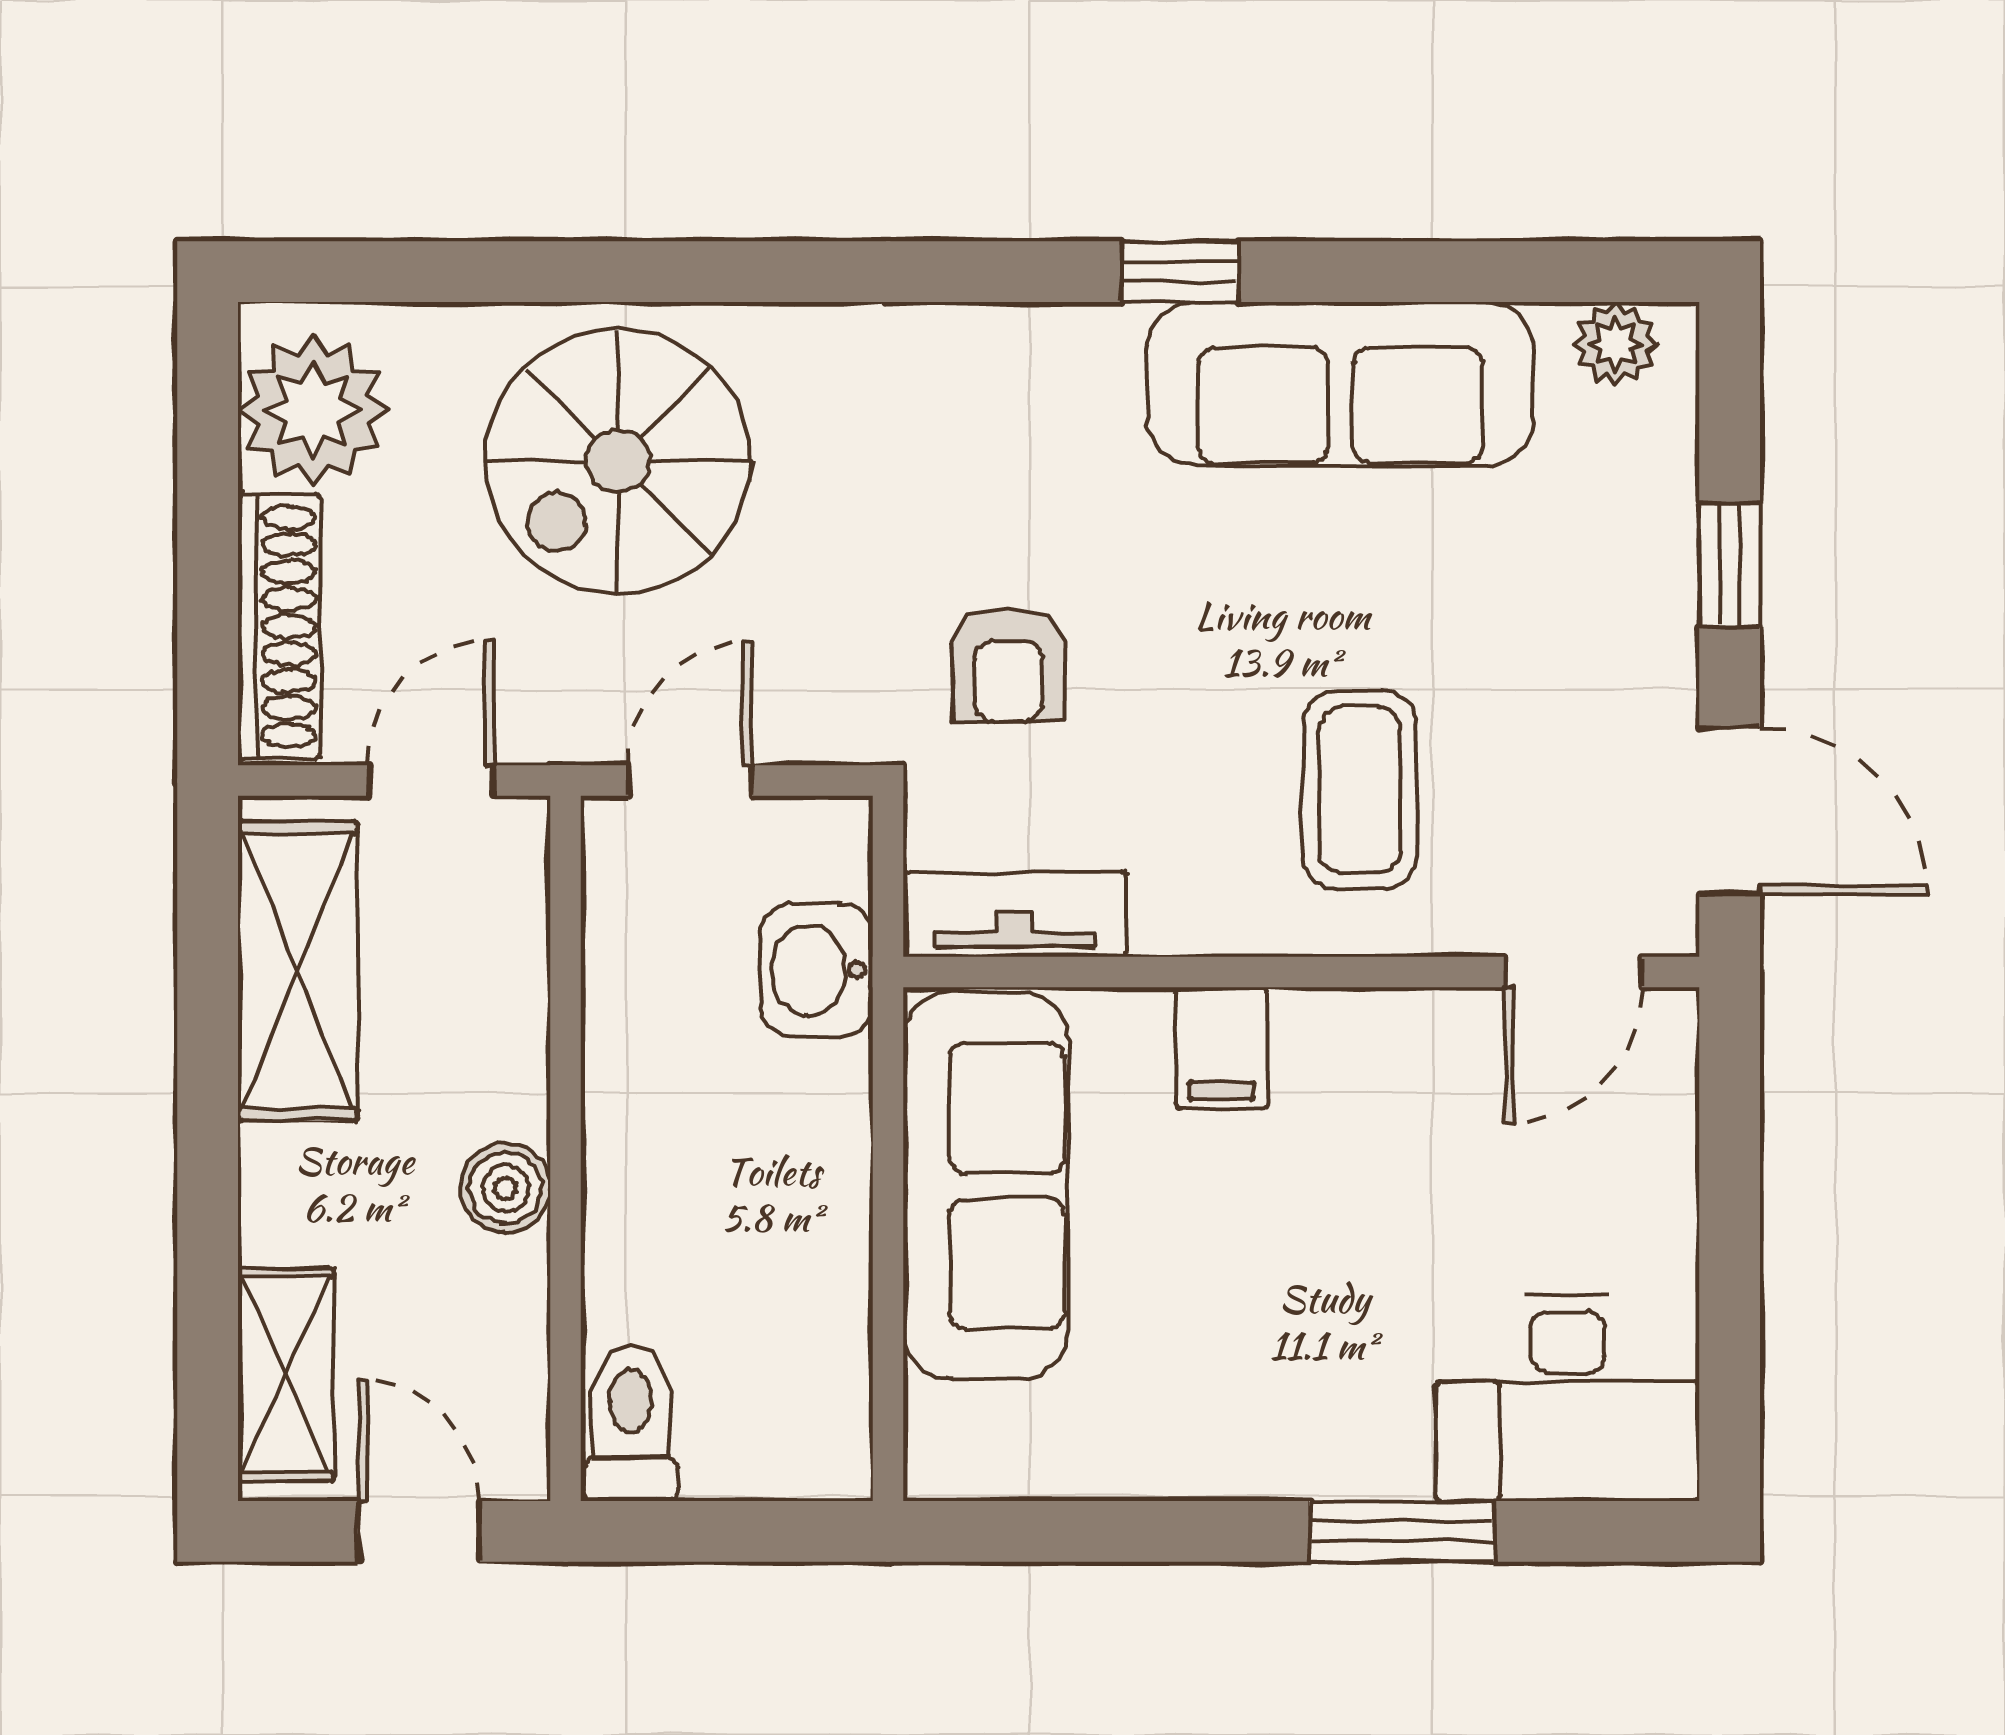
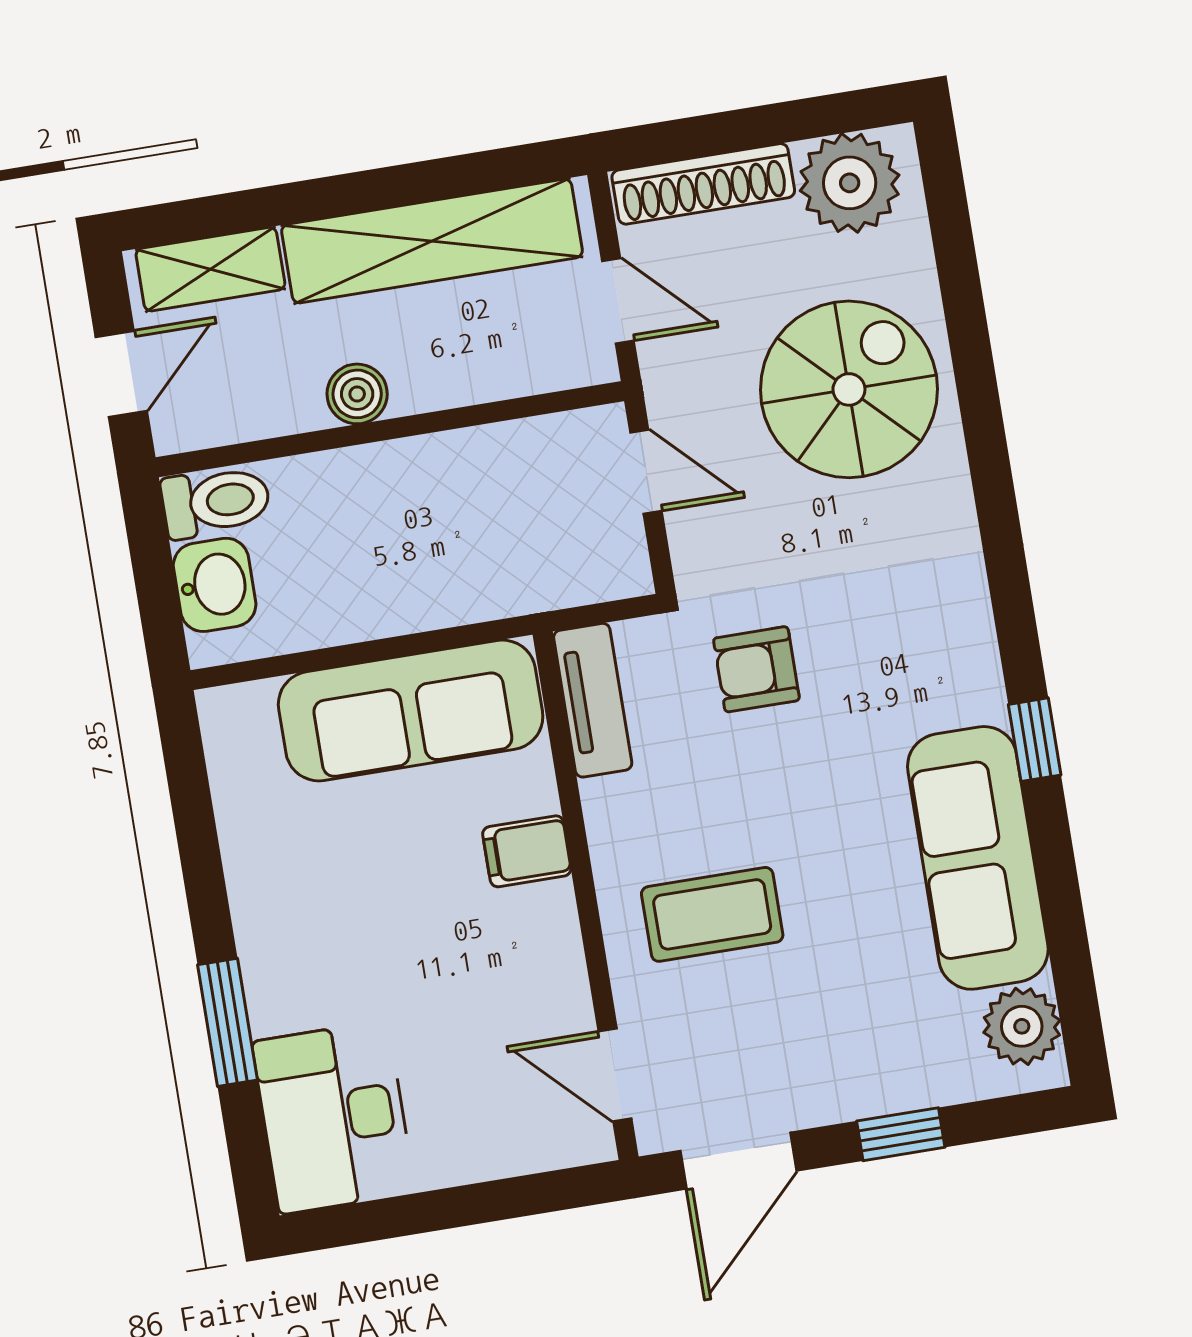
plant: (1616, 344) -> (1022, 1026), width x1.38, depth x1.38
spiral stairs: (618, 461) -> (849, 389), turned 90
washbasin: (816, 970) -> (215, 585), moved, turned 90
shelving: (298, 971) -> (432, 241), width x1.47

